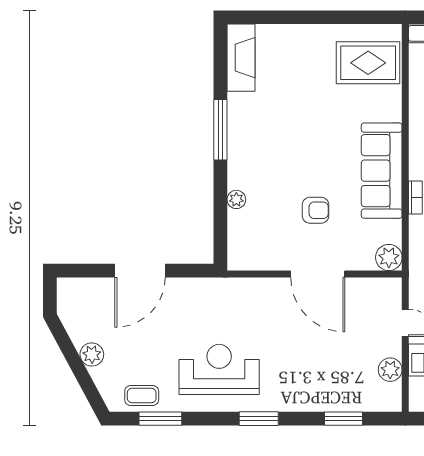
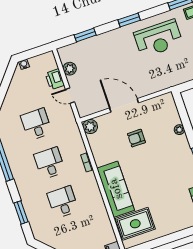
sofa: (382, 171) -> (116, 189), moved

